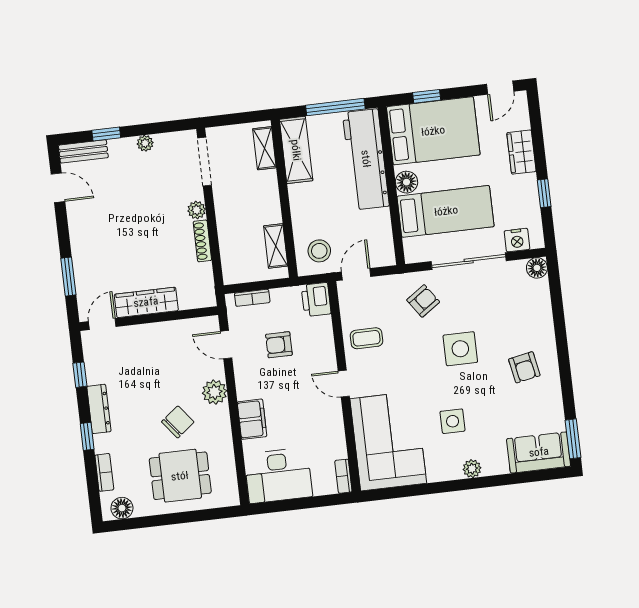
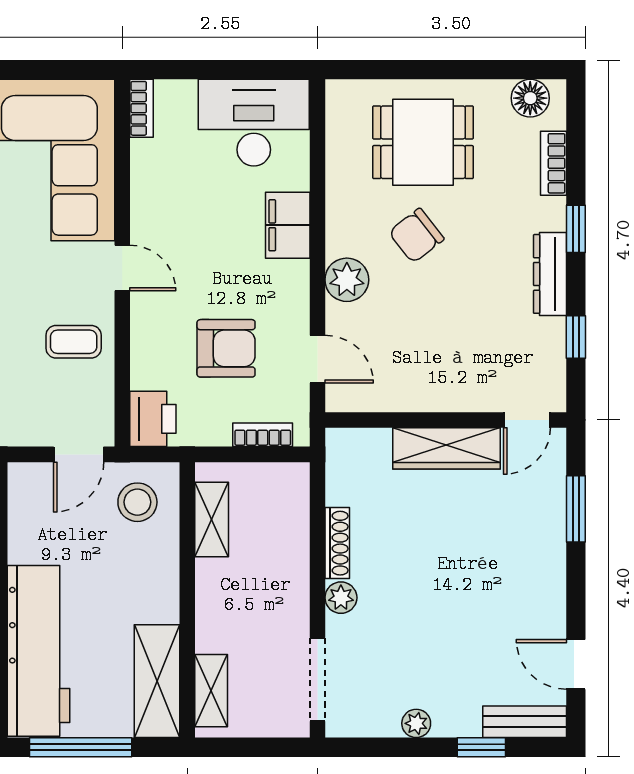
armchair: (279, 345) -> (226, 348), width x1.38, depth x1.38

